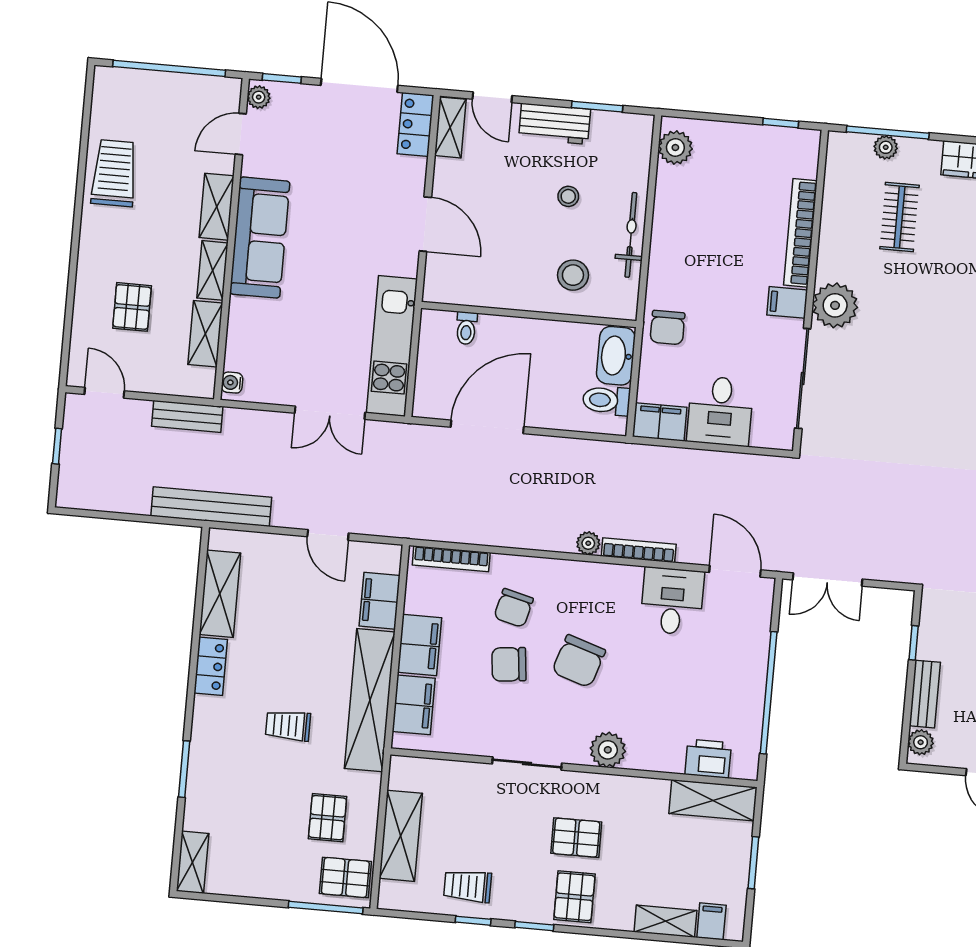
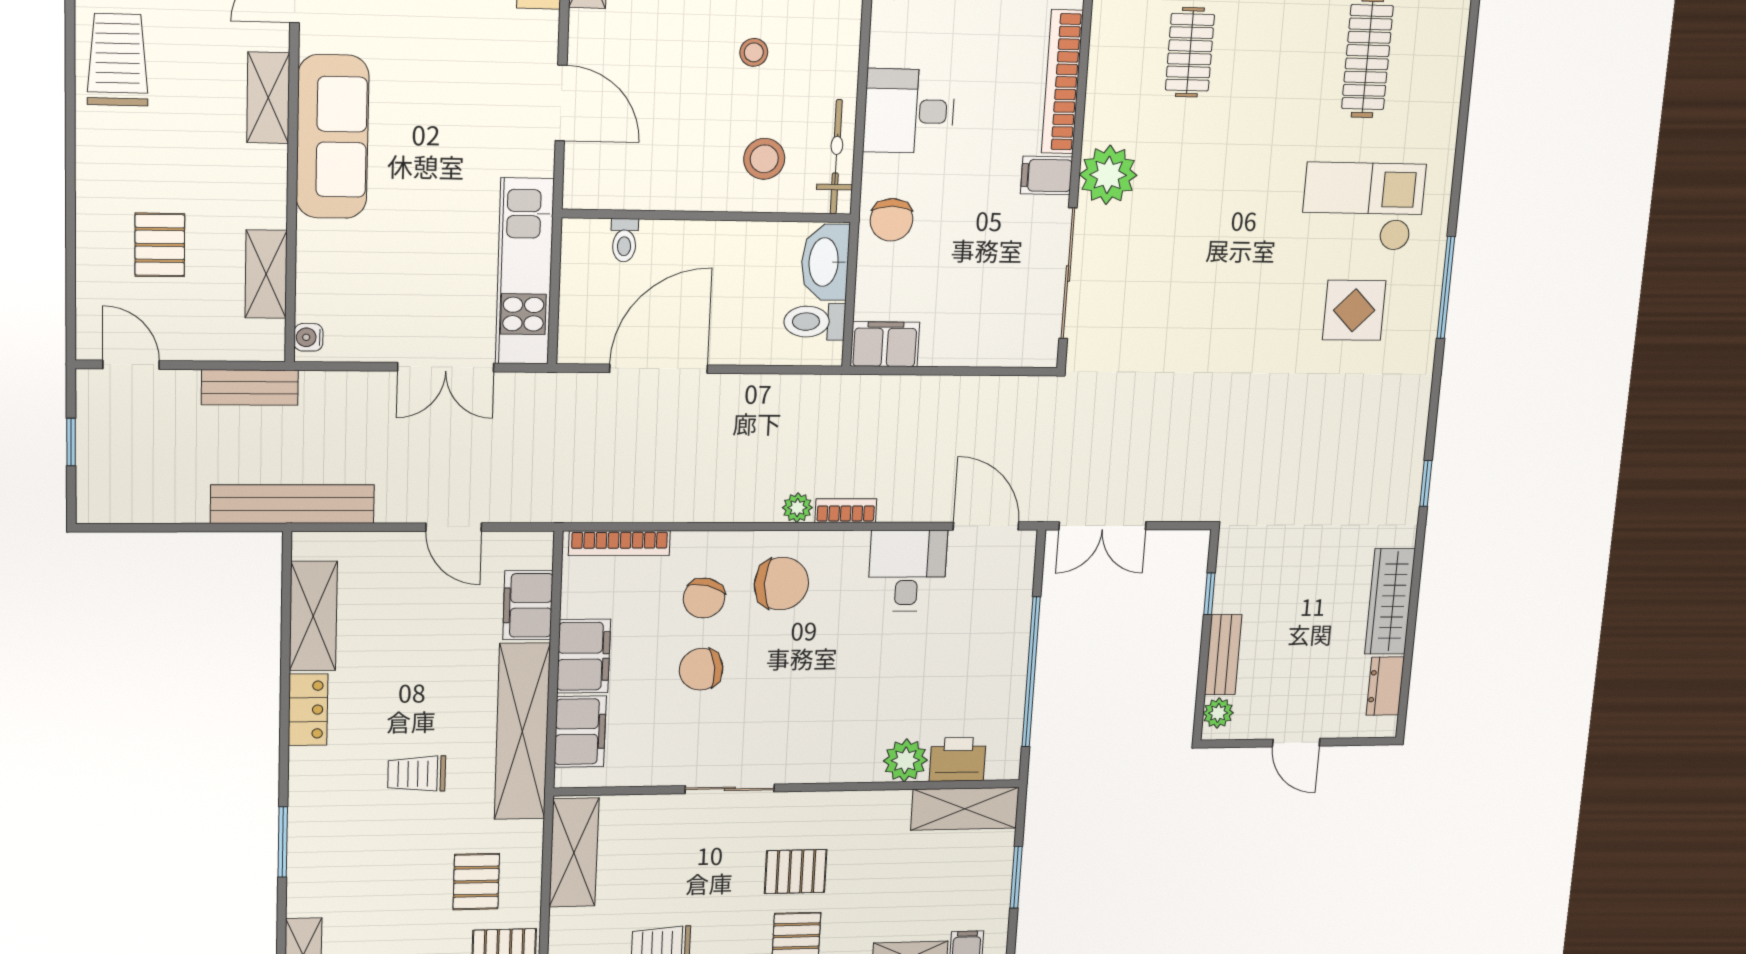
bicycle: (631, 235) -> (836, 157), moved
shelving: (212, 270) -> (269, 187), removed
desk: (720, 411) -> (909, 111), moved, turned 90
bookcase: (639, 550) -> (846, 511), width x0.64
chair: (579, 661) -> (781, 584), moved, turned -108
plant: (608, 750) -> (905, 760), moved
shelving: (401, 836) -> (574, 853), moved

